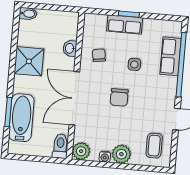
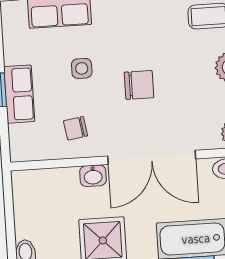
washbasin: (70, 48) -> (93, 176), moved

